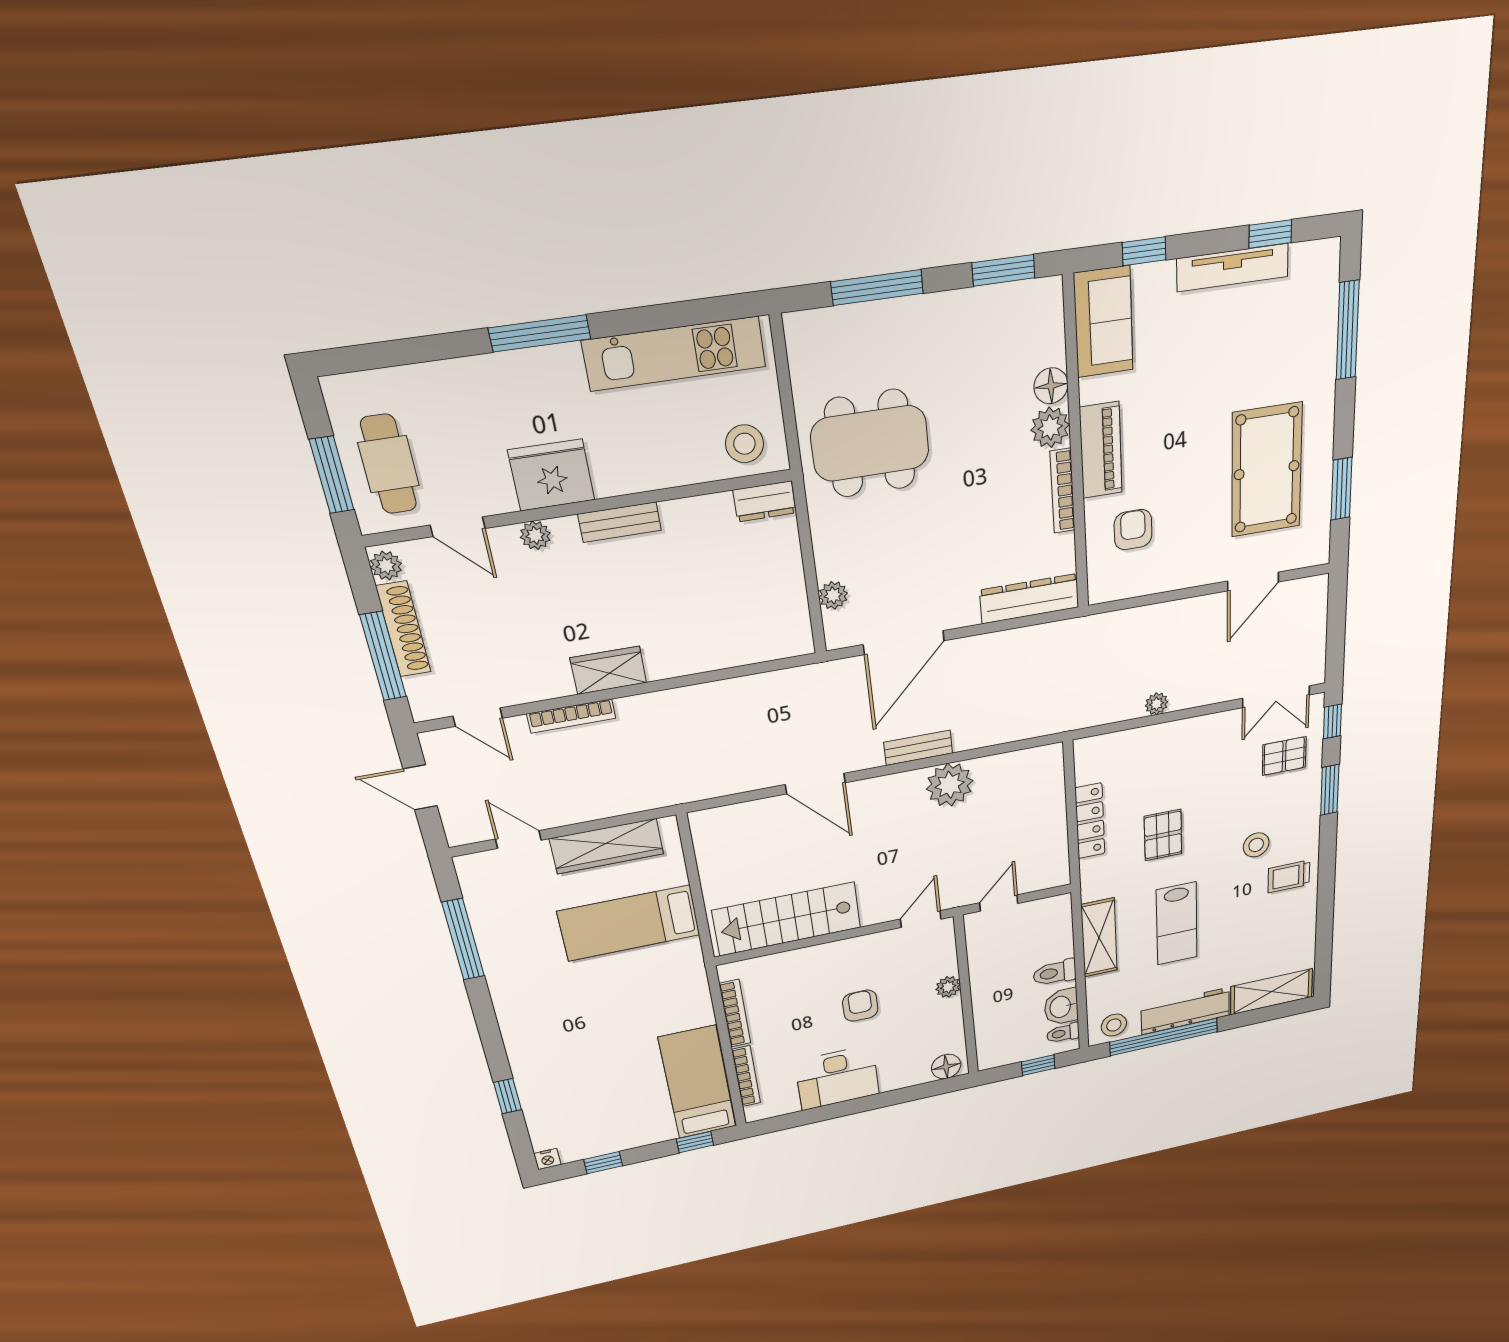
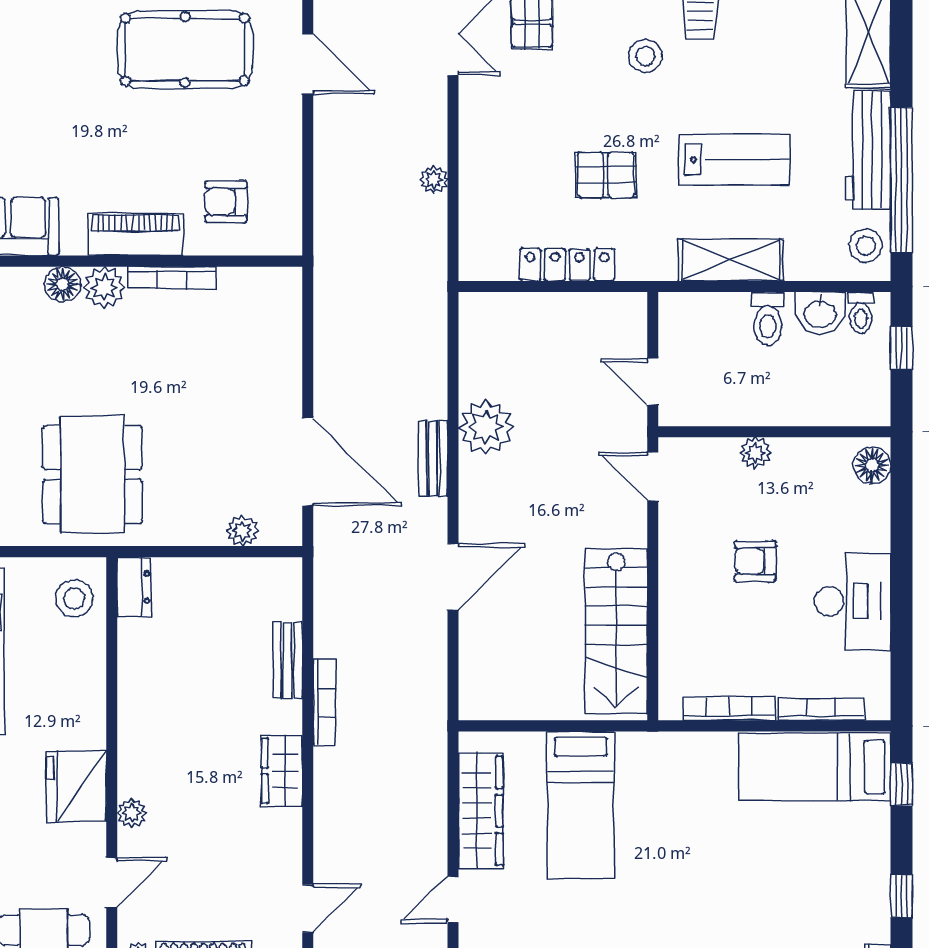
bench: (620, 522) -> (288, 660), moved
dresser: (1029, 599) -> (283, 321), removed
bookcase: (571, 716) -> (324, 702), moved

